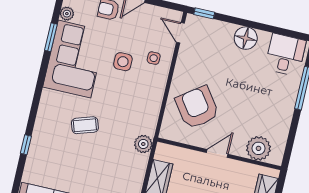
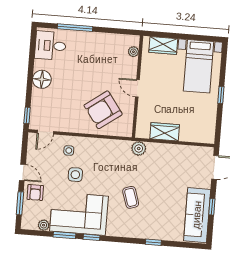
window: (43, 70) -> (92, 237), added
plant: (258, 148) -> (133, 52), width x0.53, depth x0.53

